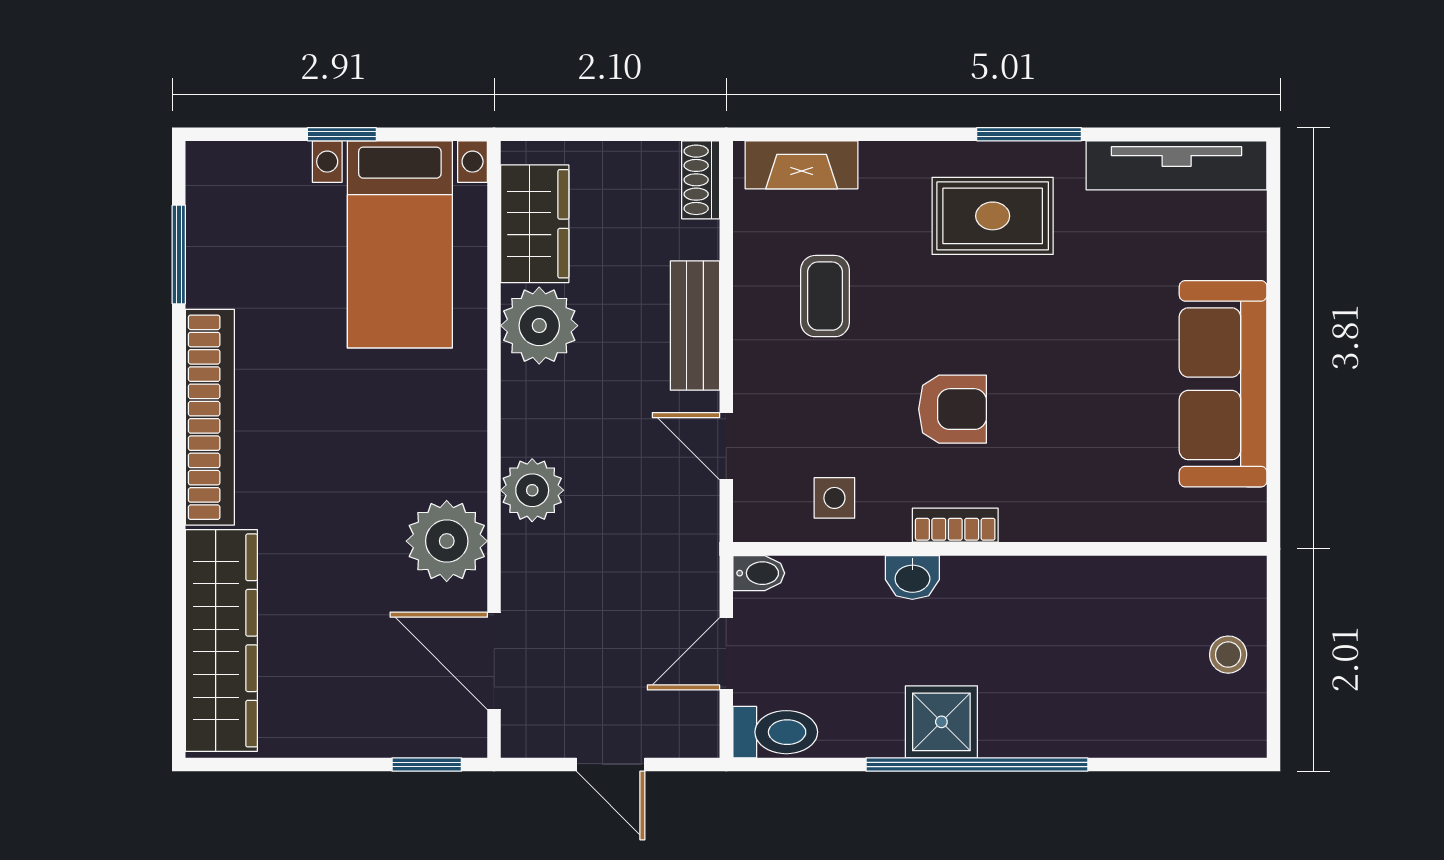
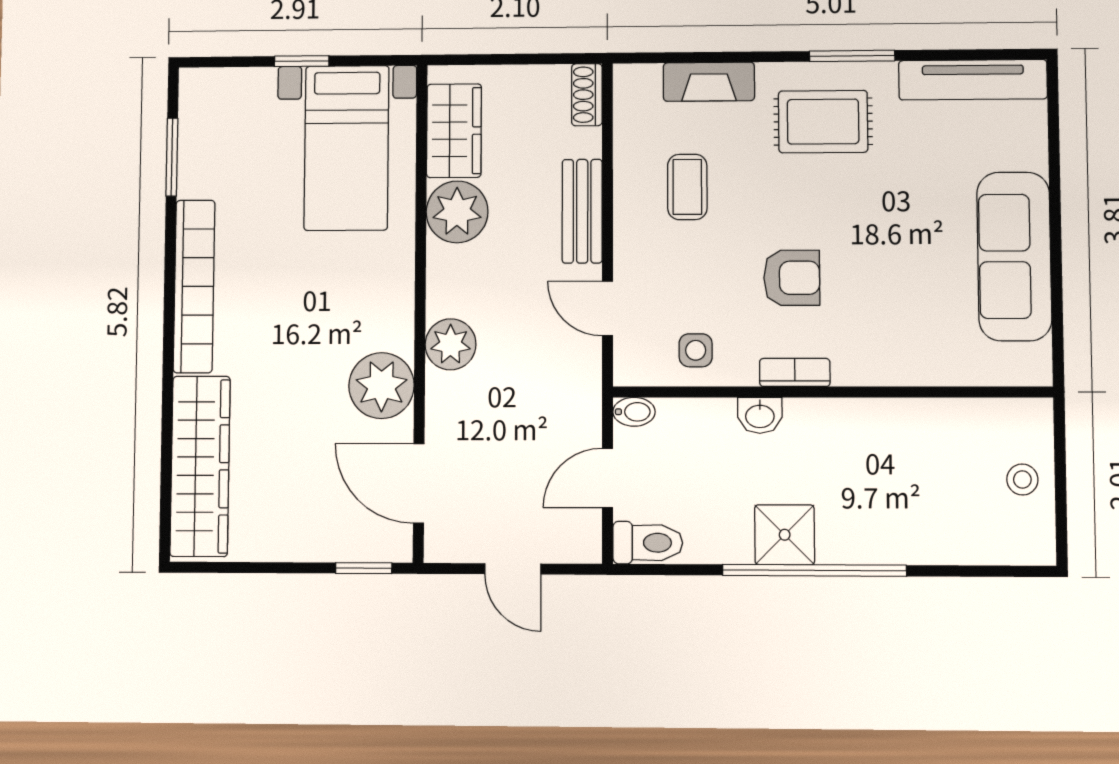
fireplace: (802, 165) -> (709, 82), moved

